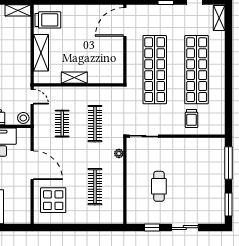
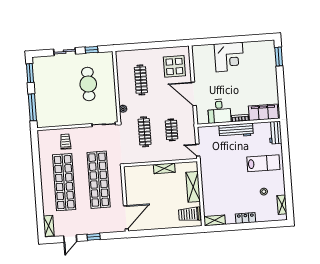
stool: (23, 118) -> (204, 132), removed
cafe table: (159, 186) -> (88, 84), width x1.37, depth x1.35

